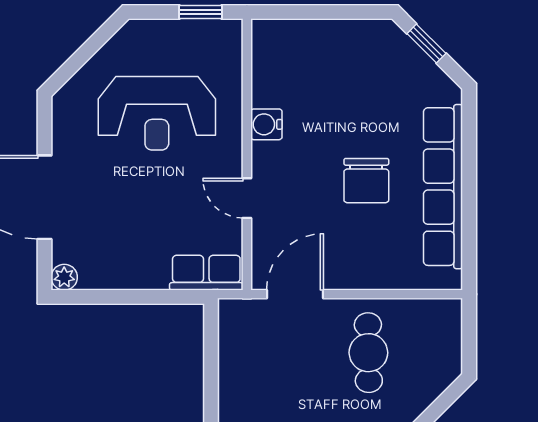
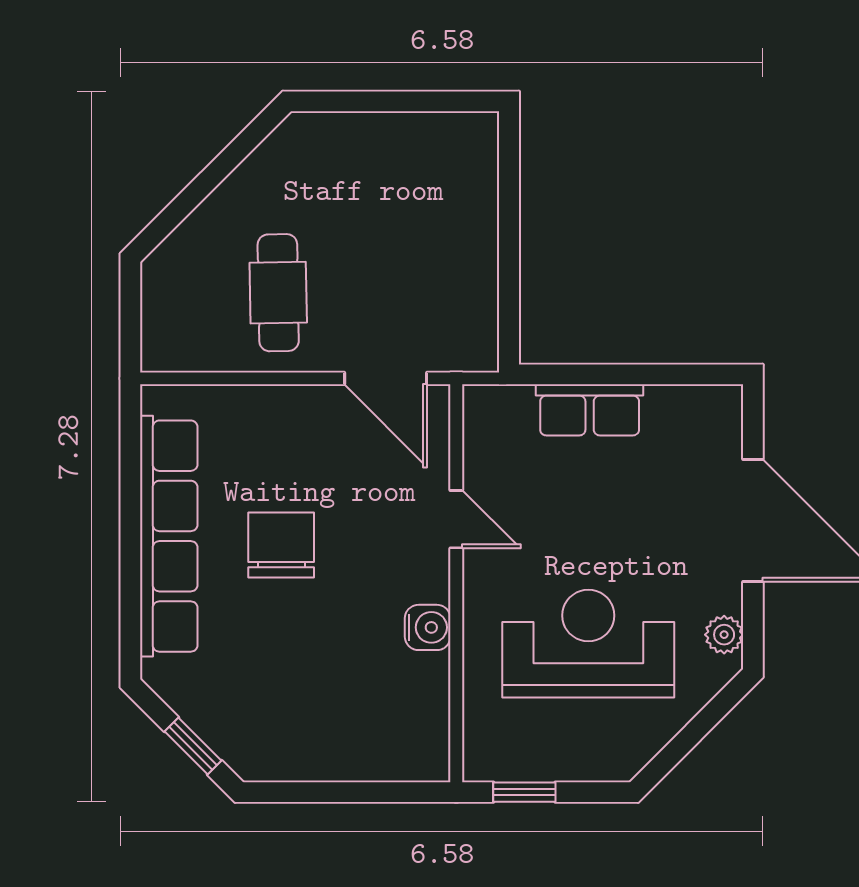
row of seats: (206, 273) -> (590, 410), moved
plant: (64, 277) -> (724, 635), moved
door: (295, 294) -> (386, 378), hinge flipped

